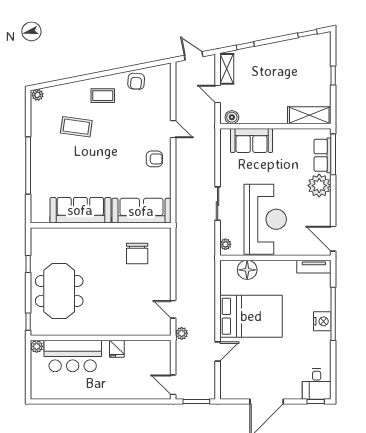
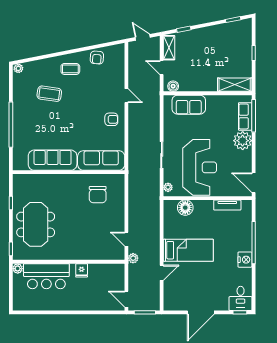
tv unit: (314, 267) -> (227, 205), moved
bed: (251, 316) -> (188, 250), width x0.67
nightstand: (322, 321) -> (245, 260), moved

